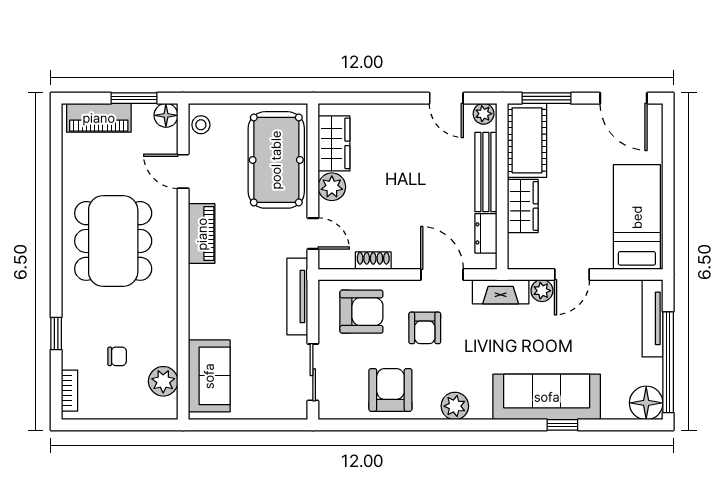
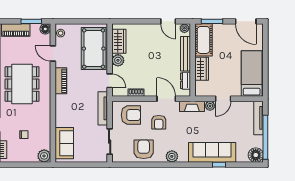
plant: (163, 381) -> (44, 156), moved

